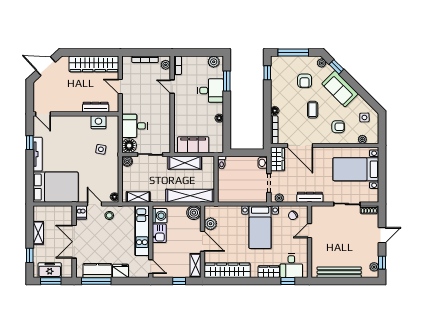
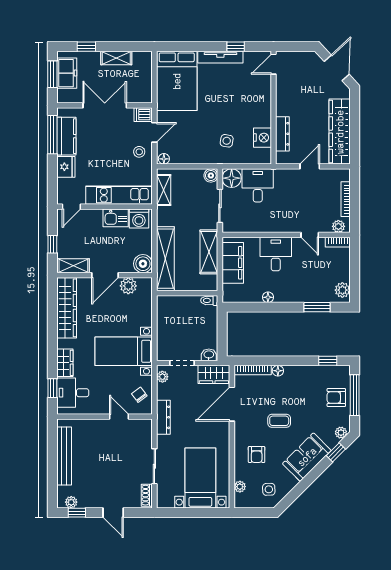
armchair: (305, 81) -> (336, 397), moved
door: (172, 87) -> (310, 235), swing flipped
desk: (211, 90) -> (276, 254), moved, turned 180

